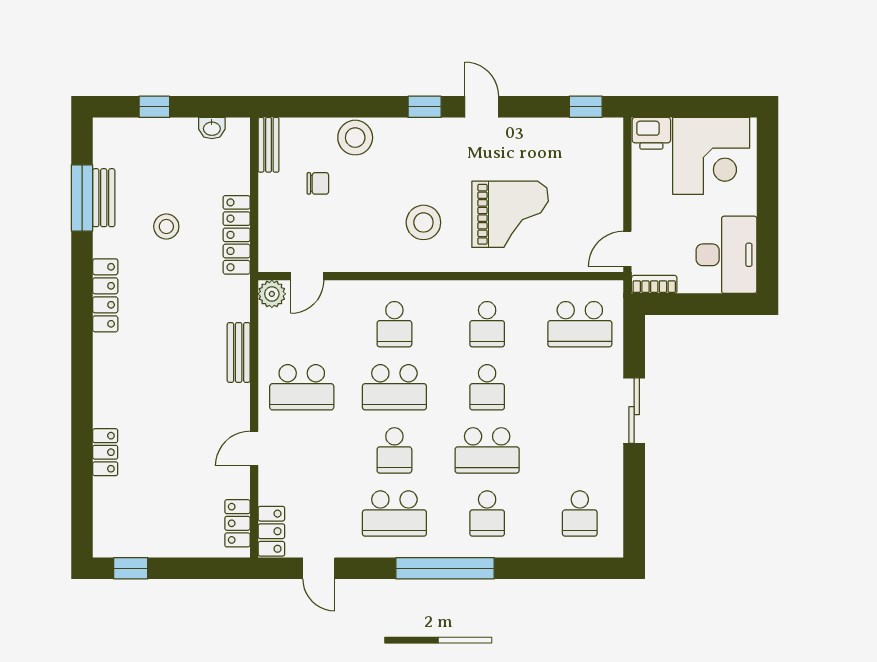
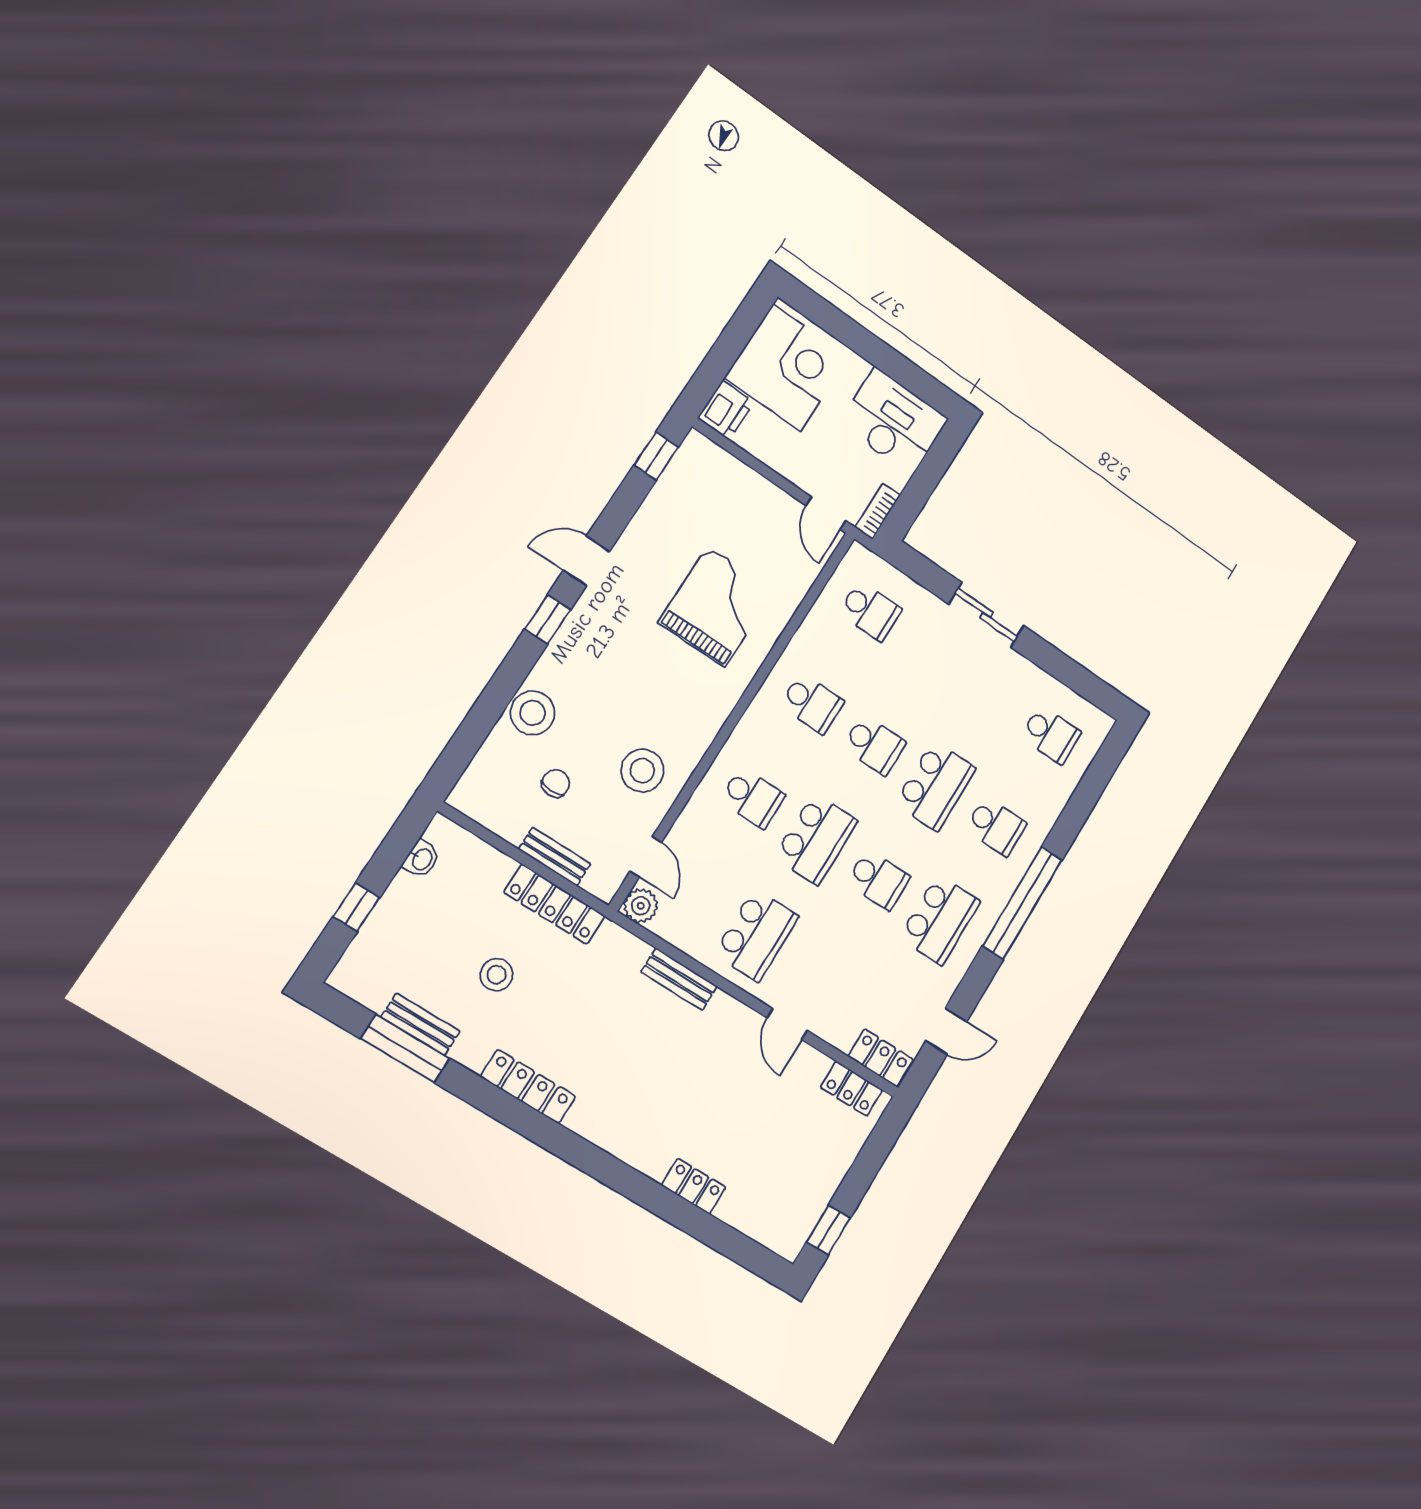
bench: (269, 145) -> (555, 857), moved
stool: (423, 222) -> (642, 771), moved
school desk: (580, 324) -> (870, 611), width x0.54

